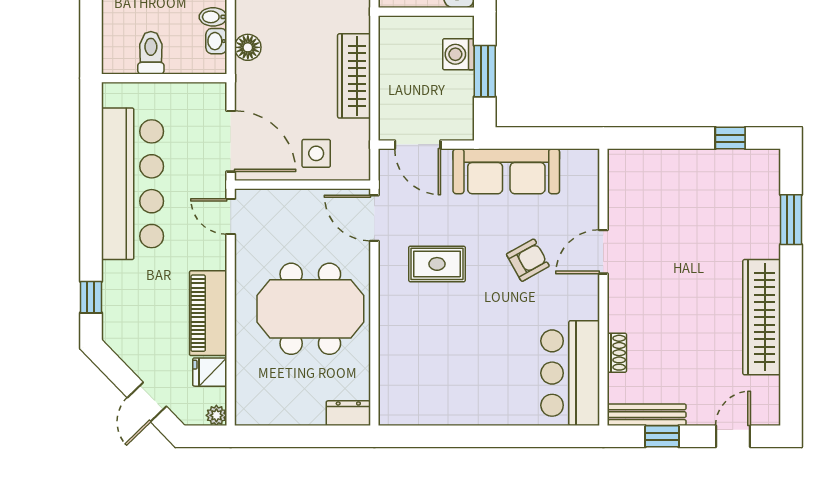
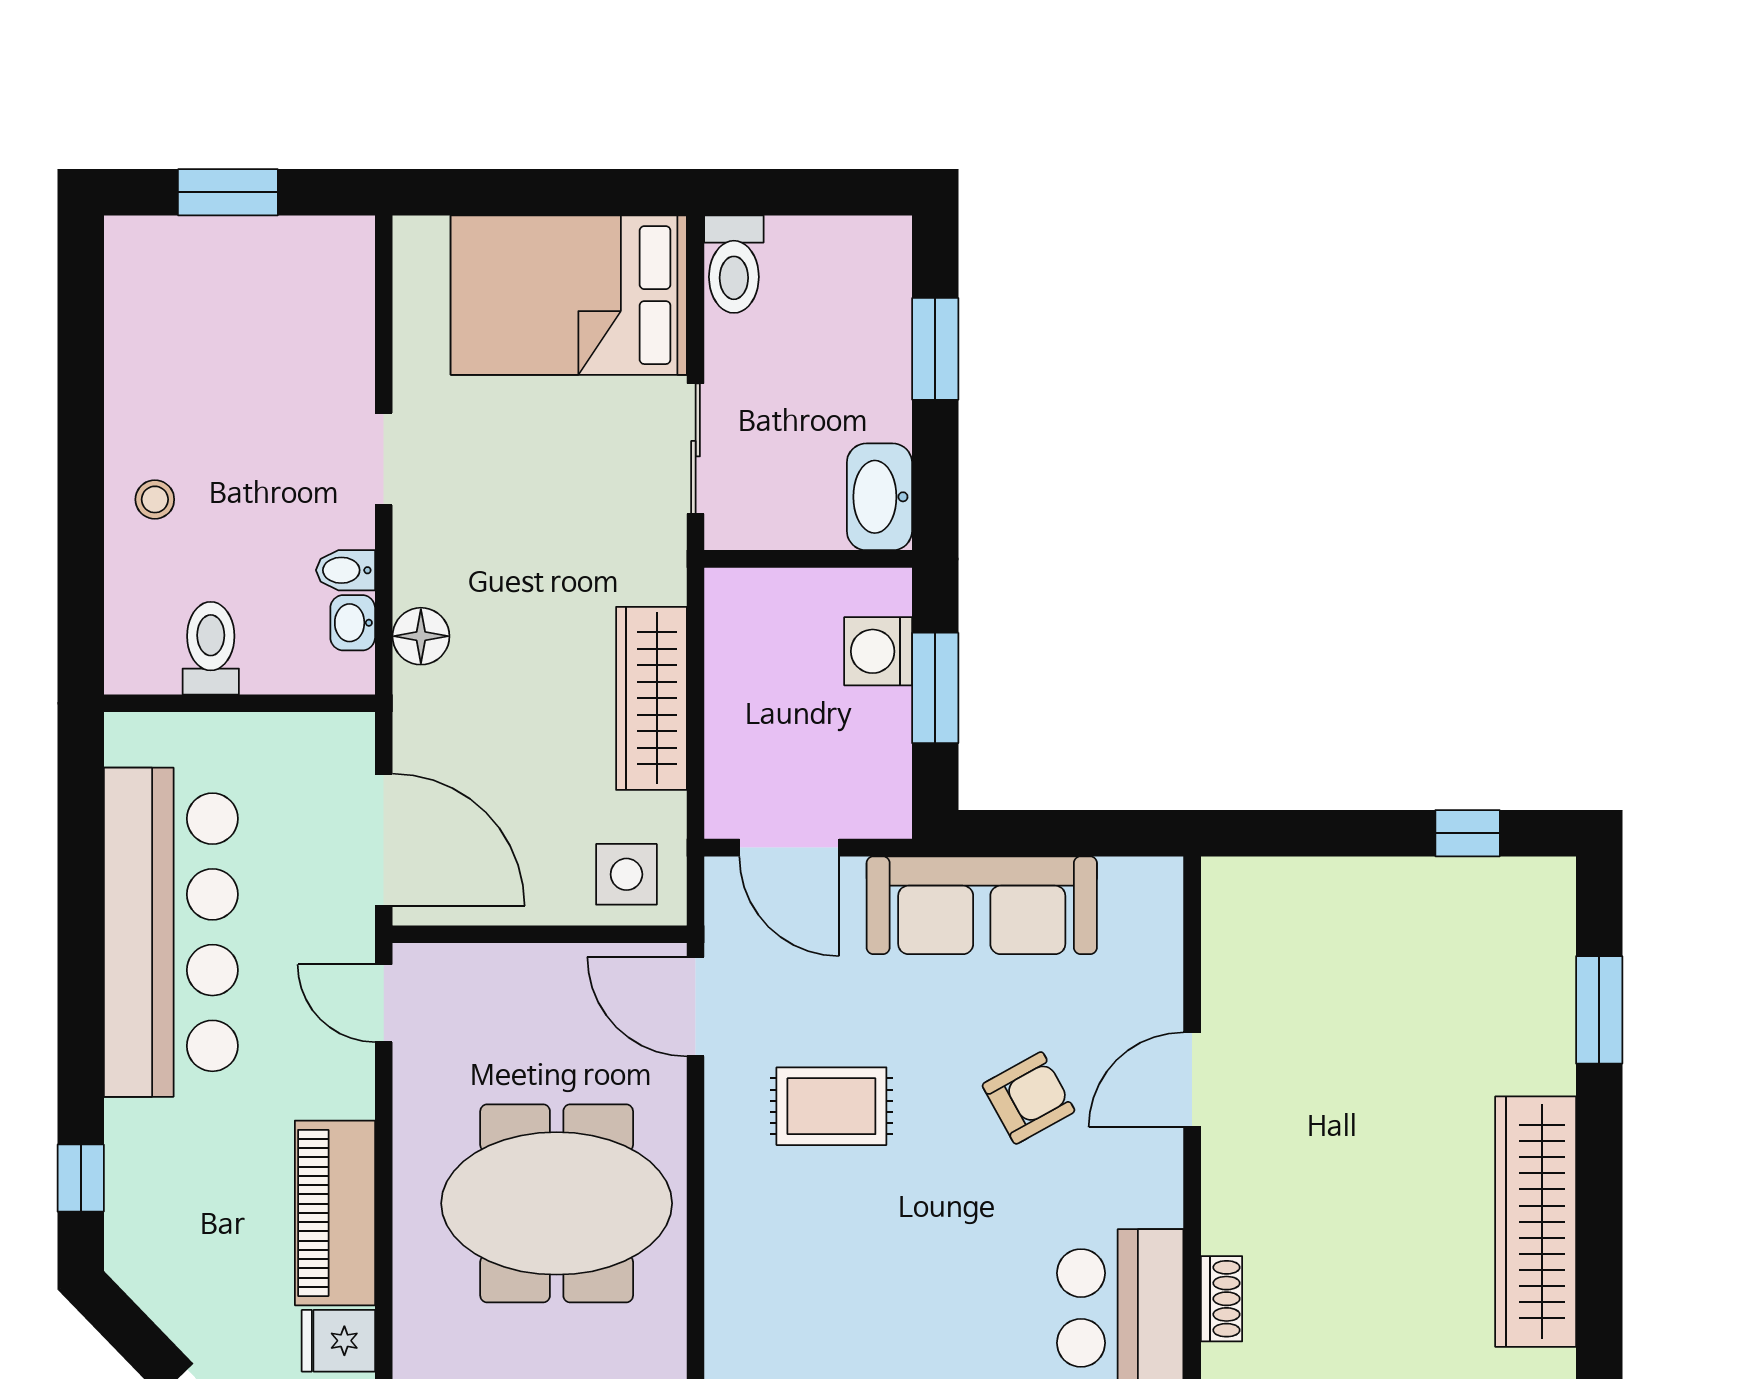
side table: (316, 153) -> (626, 874), moved

